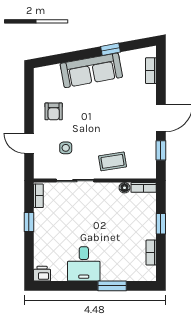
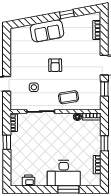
sofa: (91, 70) -> (47, 31), width x0.73
armchair: (54, 111) -> (55, 65), moved
desk: (84, 264) -> (64, 173), moved, width x1.37
printer: (42, 274) -> (28, 180), moved

